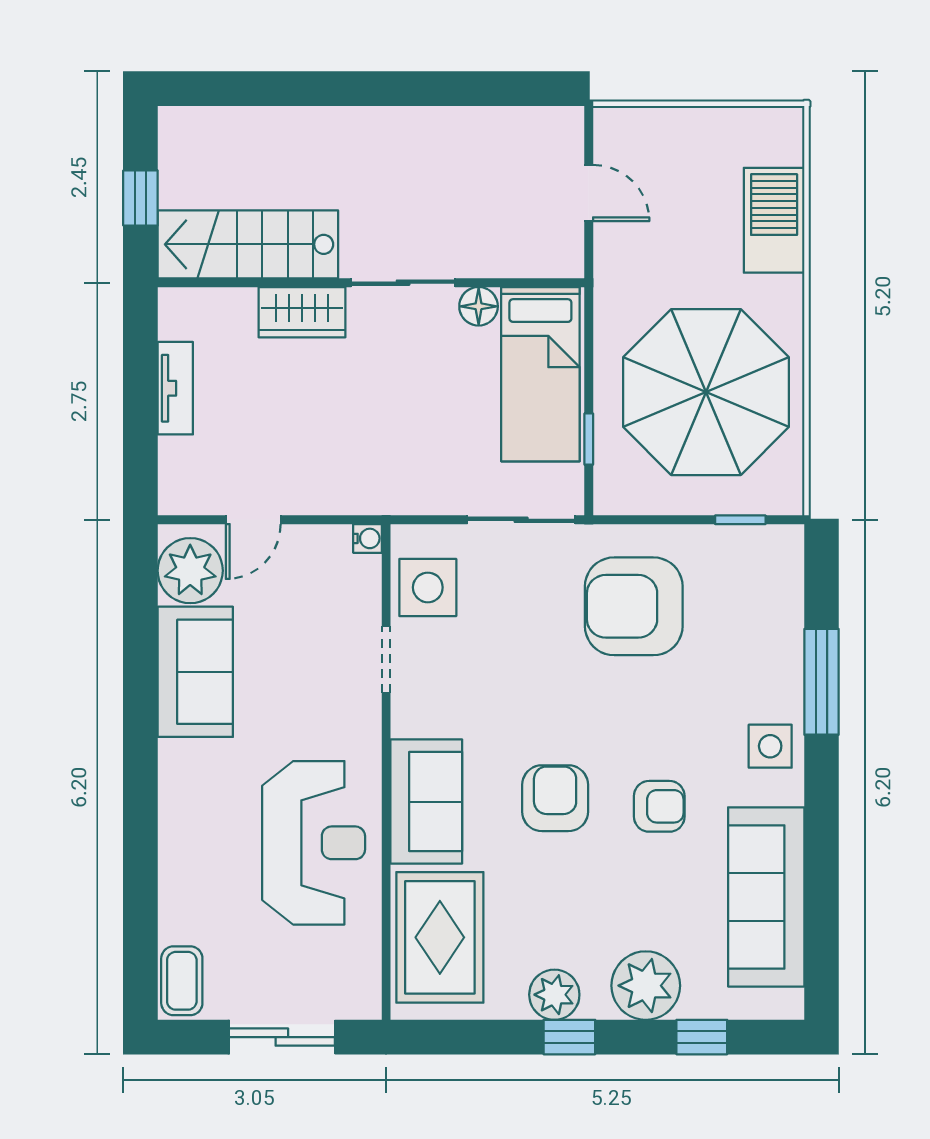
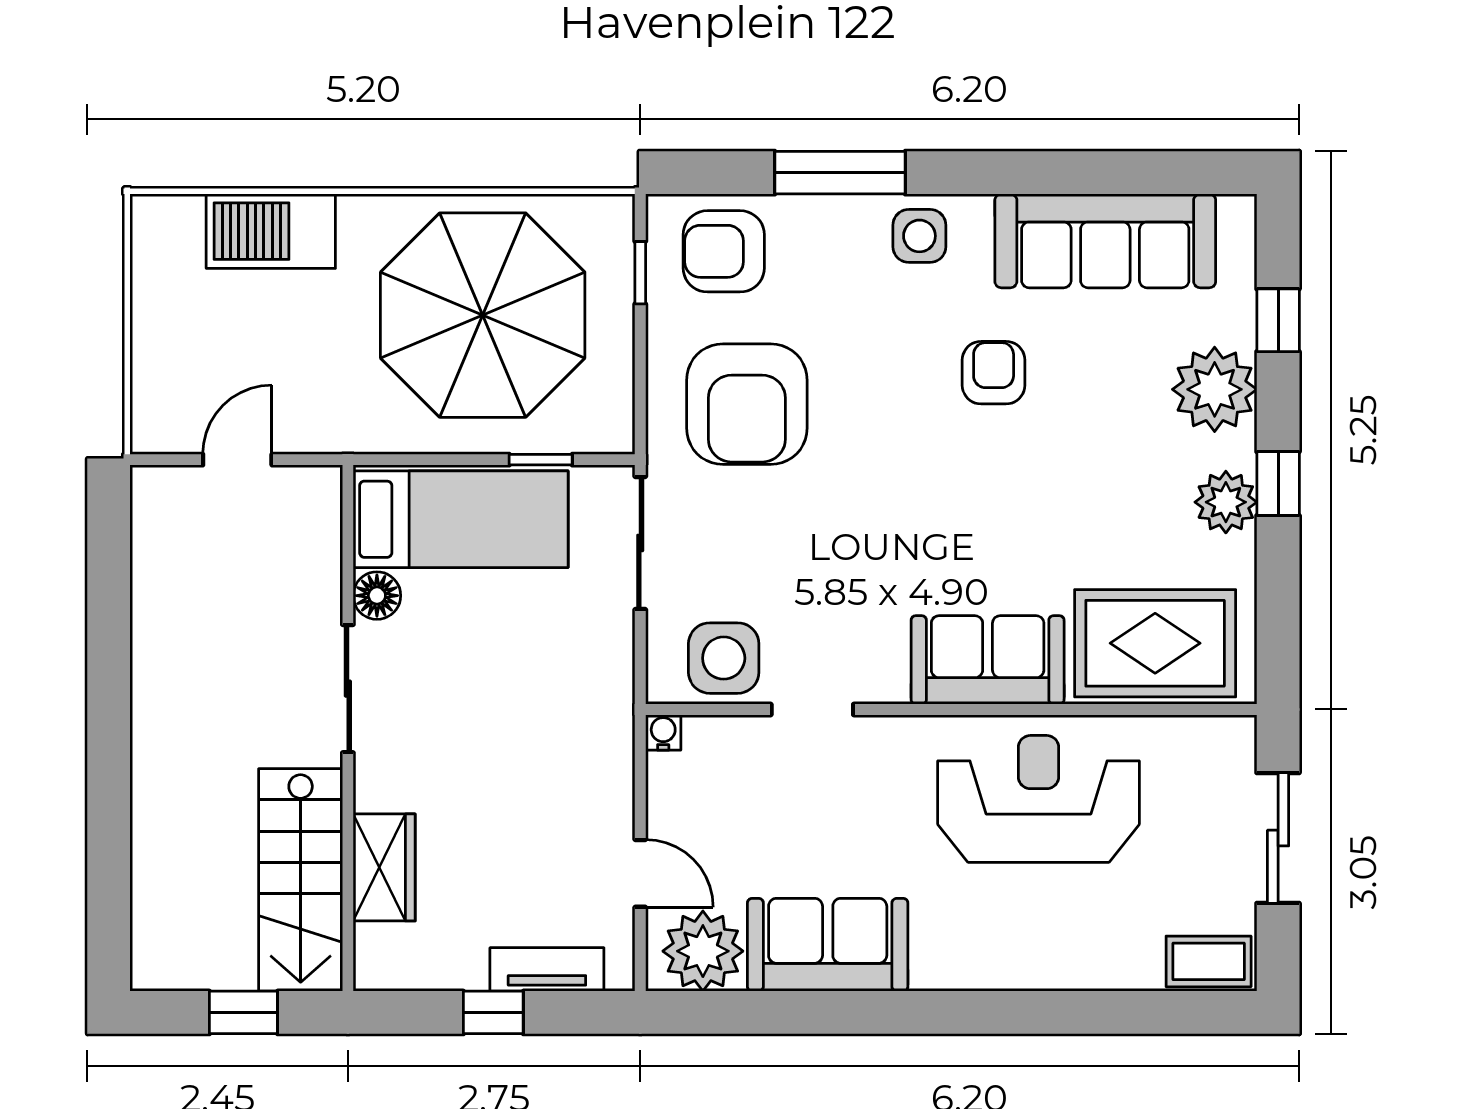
wardrobe: (302, 312) -> (384, 867), moved
tv unit: (175, 388) -> (547, 969), moved
window: (140, 401) -> (493, 1012), added
armchair: (555, 798) -> (724, 251), moved

